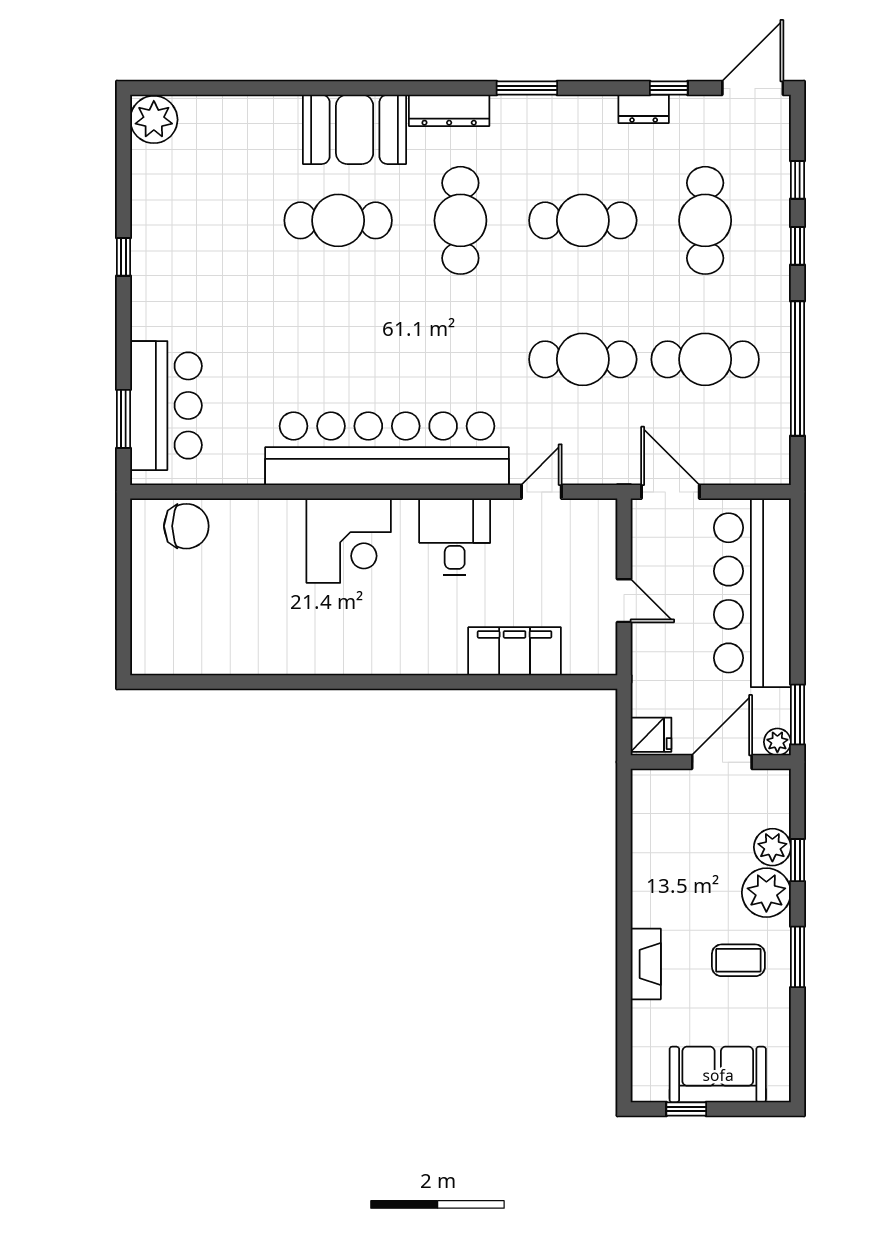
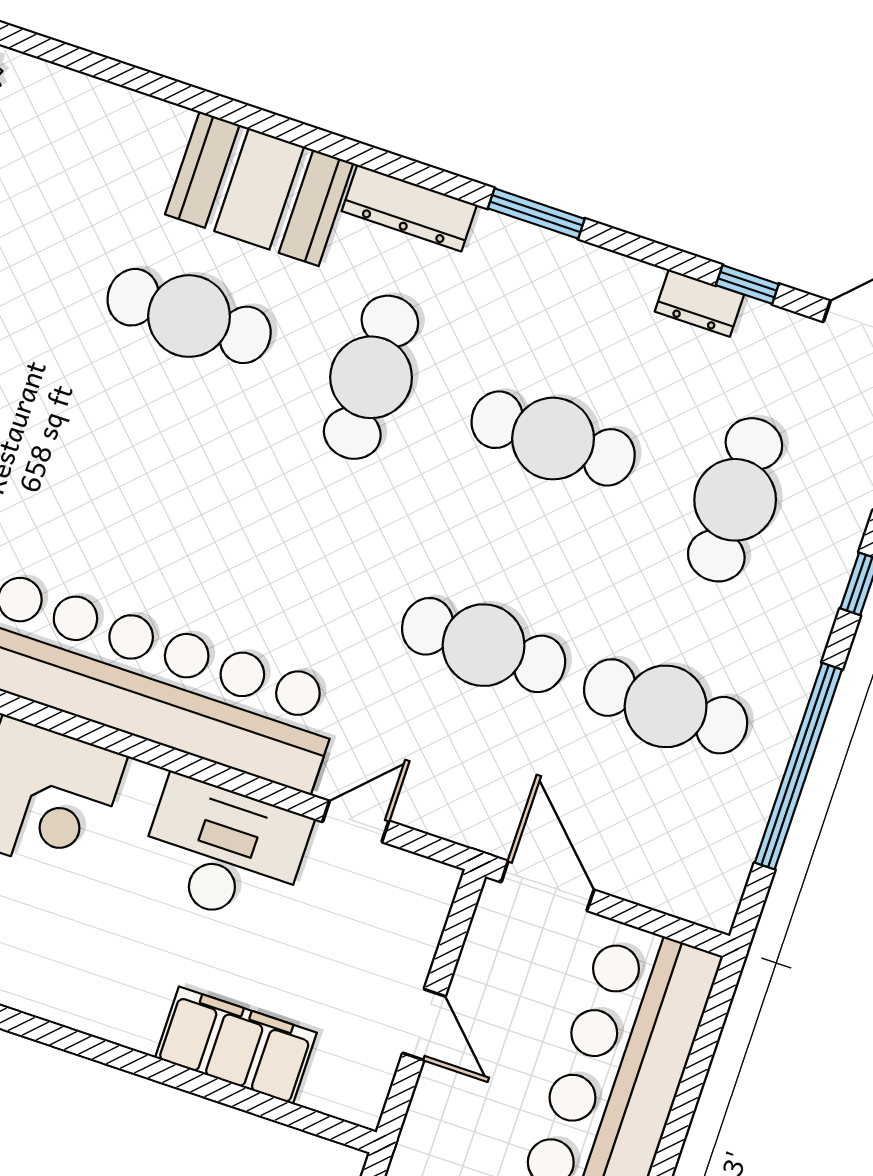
desk: (455, 537) -> (224, 851), width x1.37

